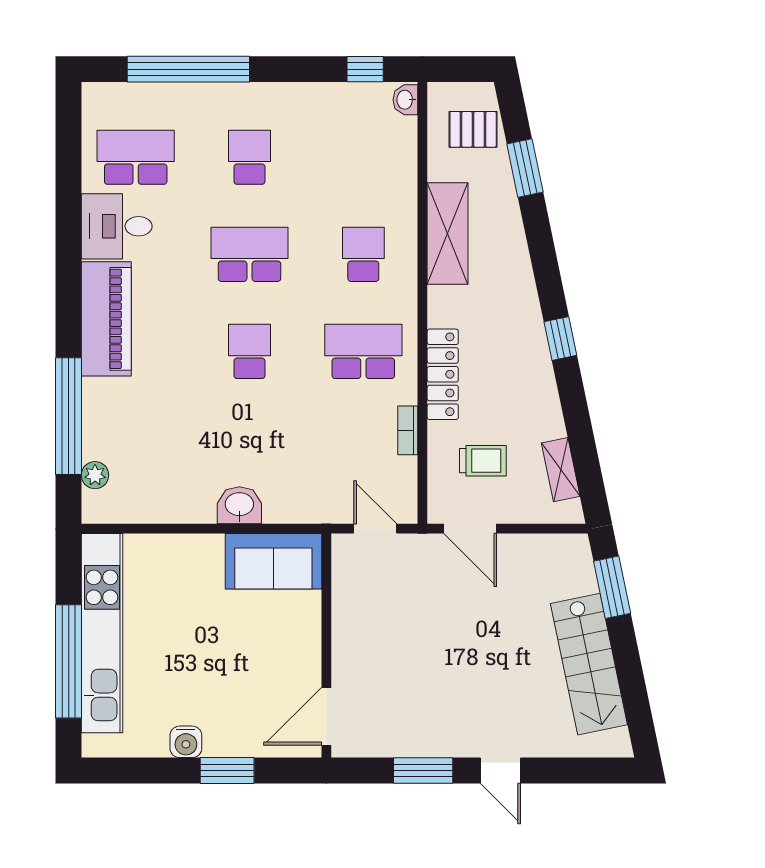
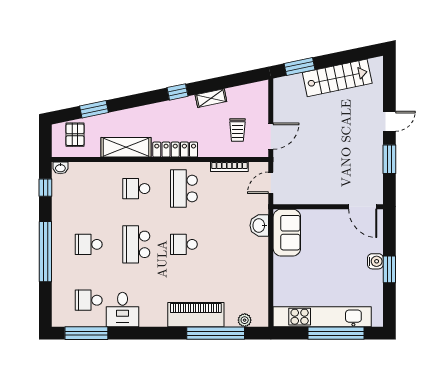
window: (188, 69) -> (45, 252), moved
window: (69, 152) -> (86, 333), added
school desk: (136, 157) -> (89, 300), width x0.54
piano: (106, 319) -> (196, 315), moved
locker: (443, 374) -> (175, 150), moved
bookcase: (408, 430) -> (229, 167), width x1.56
trolley: (483, 461) -> (237, 130), turned 180
shelving: (561, 470) -> (211, 98), moved
washbasin: (239, 505) -> (259, 225), moved
water cooler: (186, 742) -> (375, 261), moved
window: (227, 770) -> (389, 269), moved

